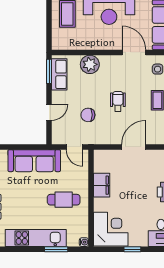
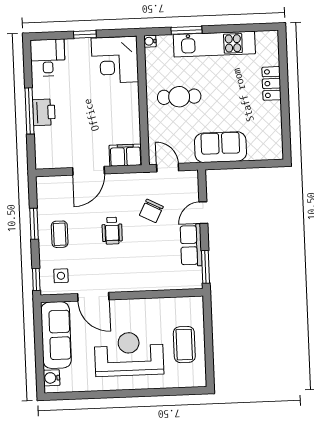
plant: (90, 64) -> (152, 278), removed
row of seats: (59, 74) -> (191, 245), moved
chair: (88, 115) -> (151, 211), turned 117
sofa: (34, 161) -> (220, 147), width x0.73
filing cabinet: (102, 185) -> (126, 155), moved, turned 90

